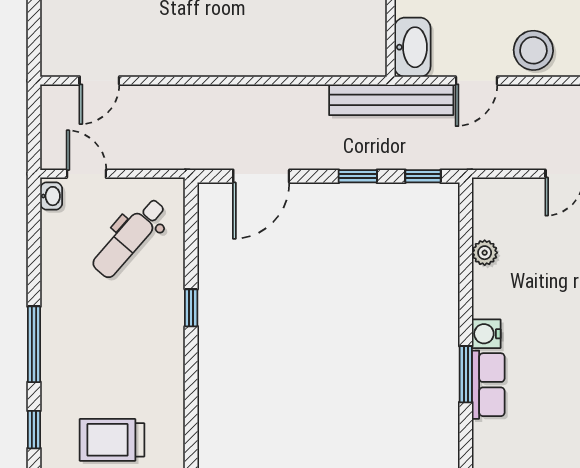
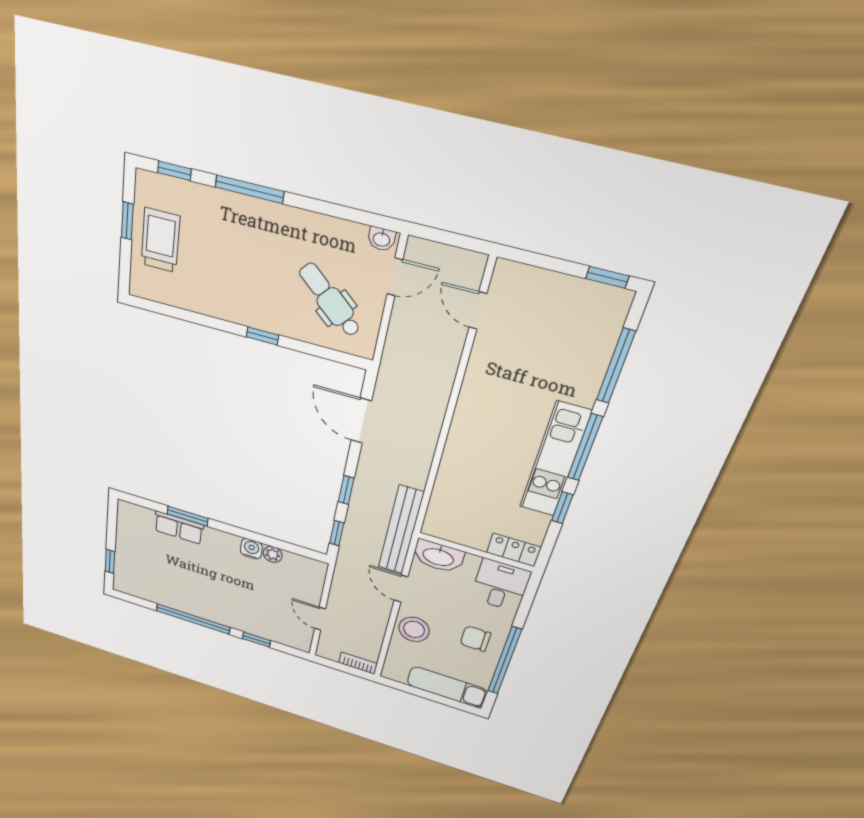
water cooler: (486, 334) -> (251, 549), moved

